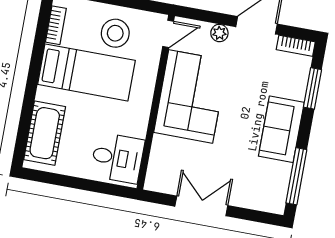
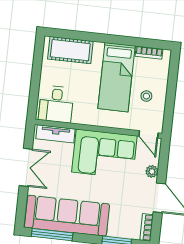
stool: (115, 33) -> (146, 96), width x0.53, depth x0.53
sofa: (281, 129) -> (67, 216), width x1.85, depth x1.27
tv unit: (158, 162) -> (56, 134), added

